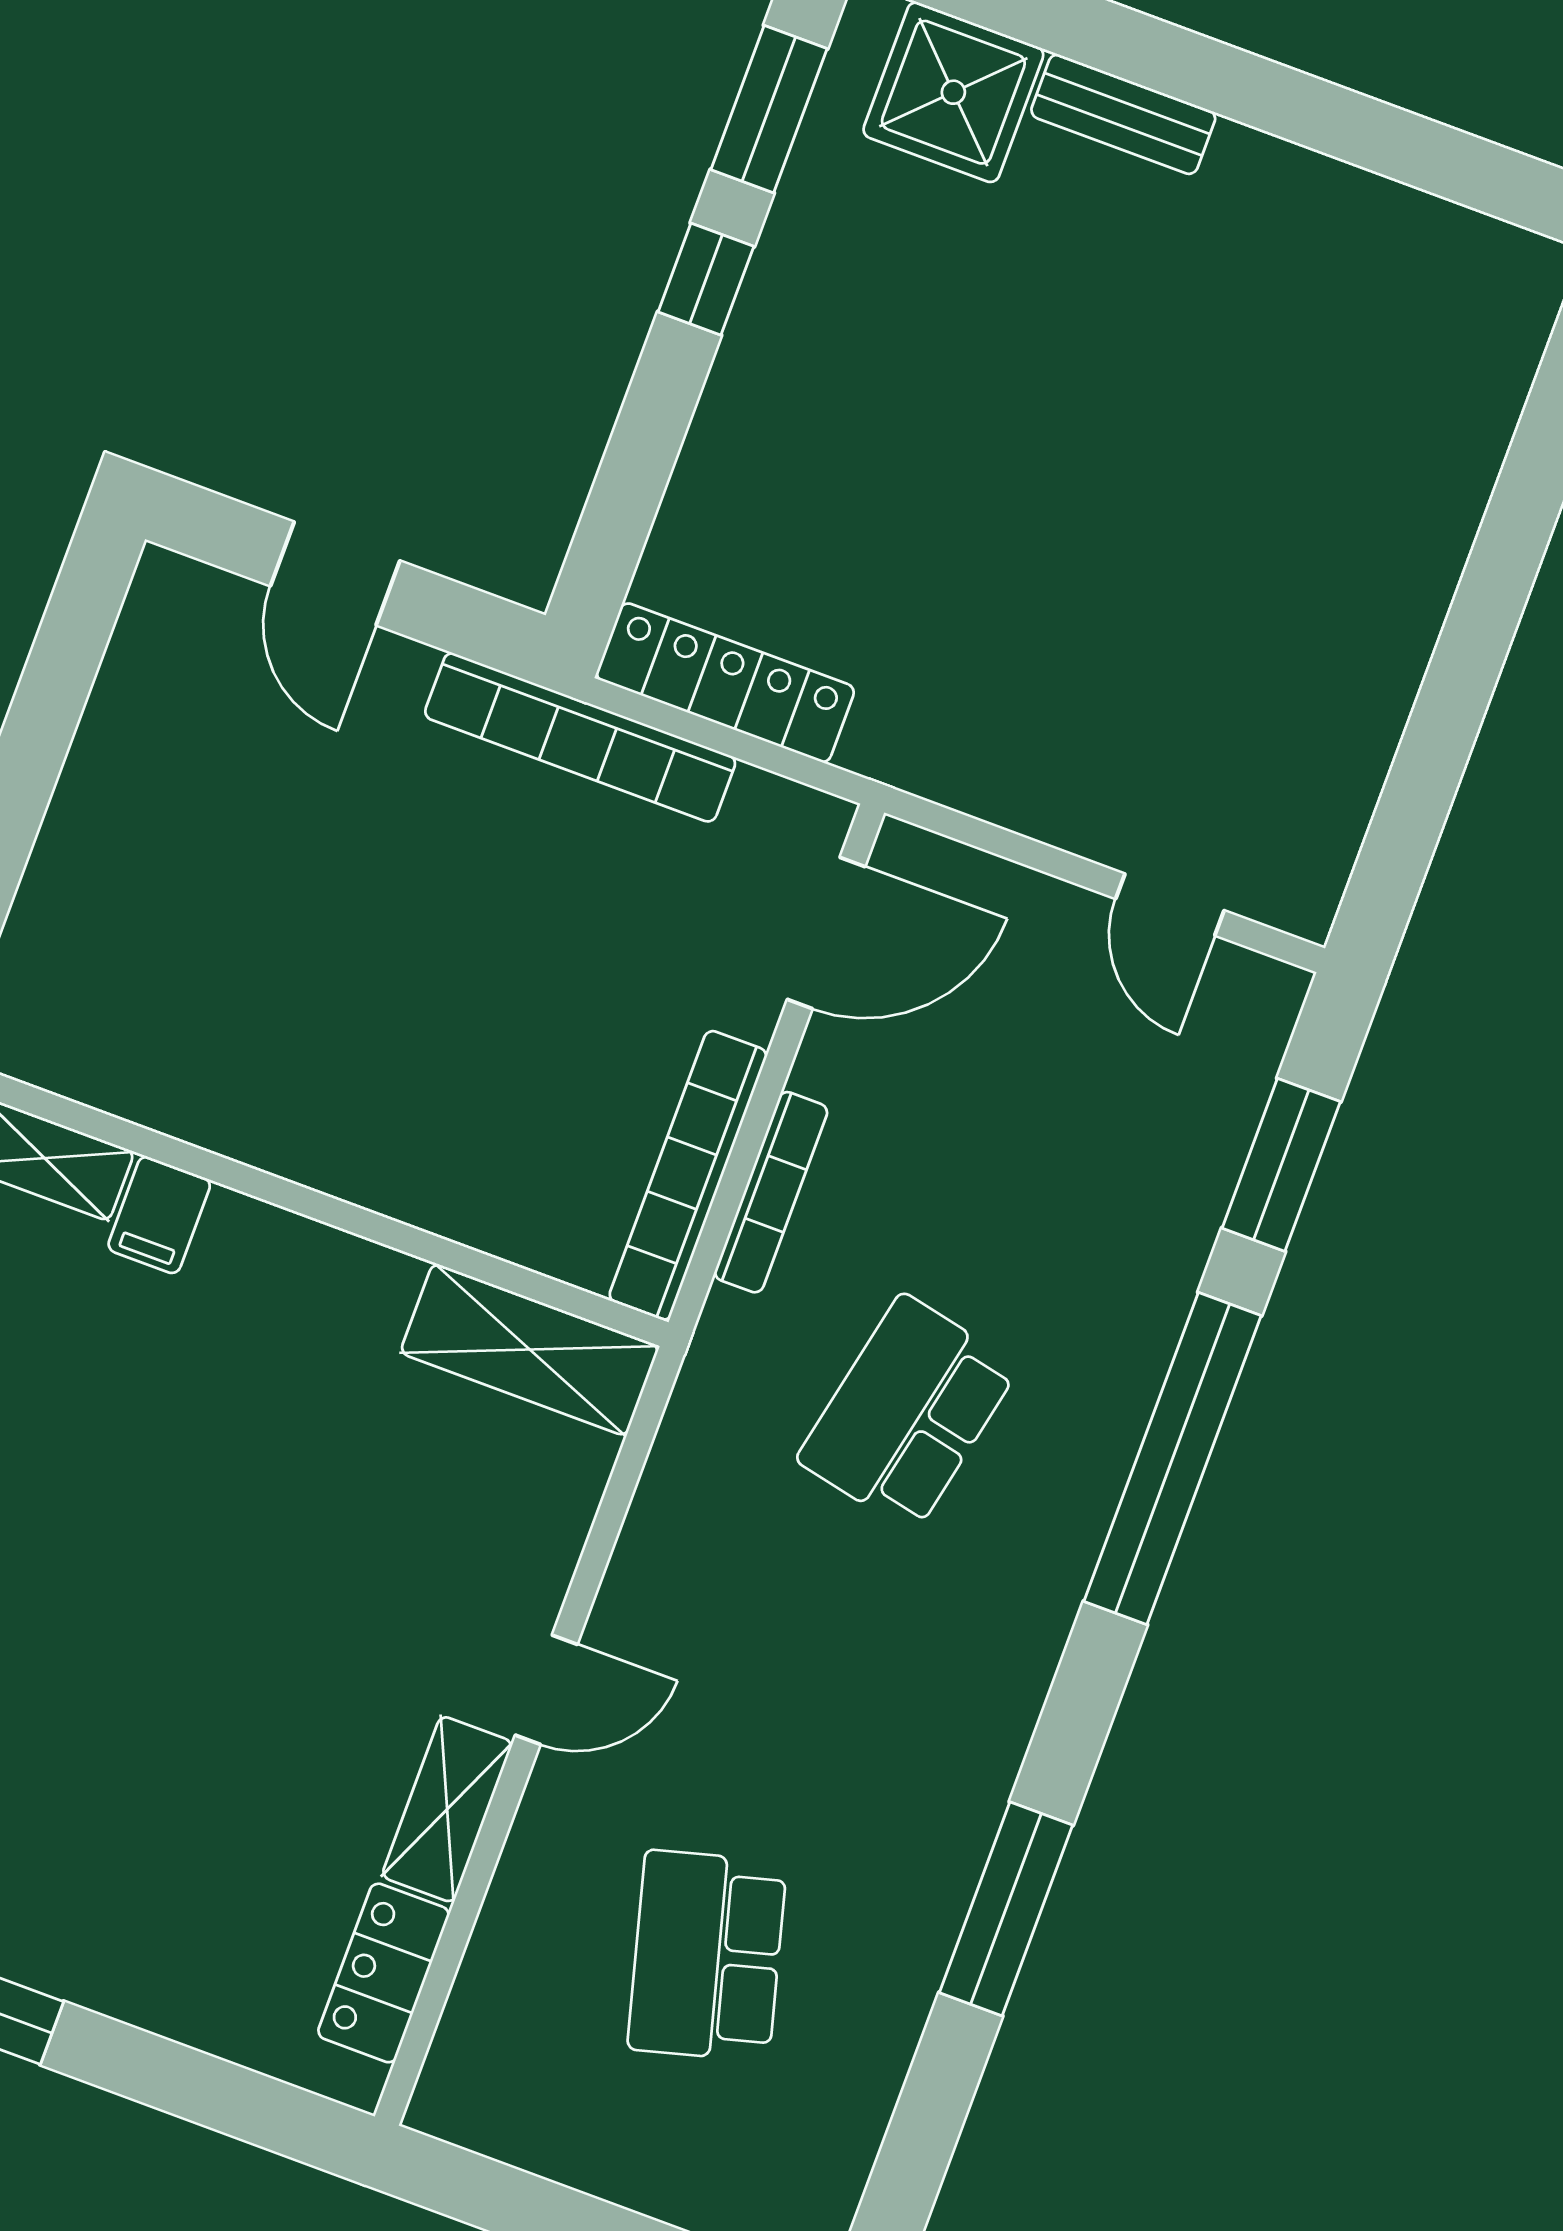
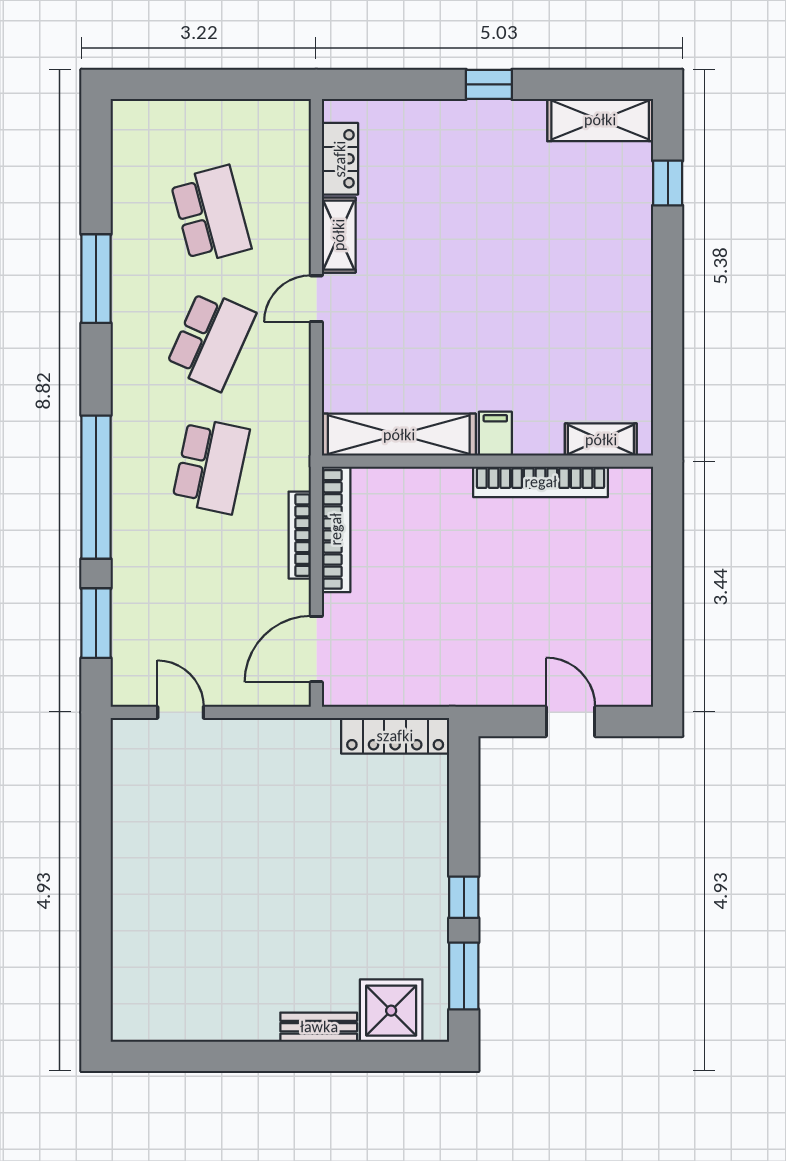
bookcase: (580, 737) -> (541, 482), moved, turned 180
filing cabinet: (159, 1215) -> (495, 434), moved
shelving: (530, 1350) -> (399, 435), width x1.47
school desk: (807, 1684) -> (211, 340), added

